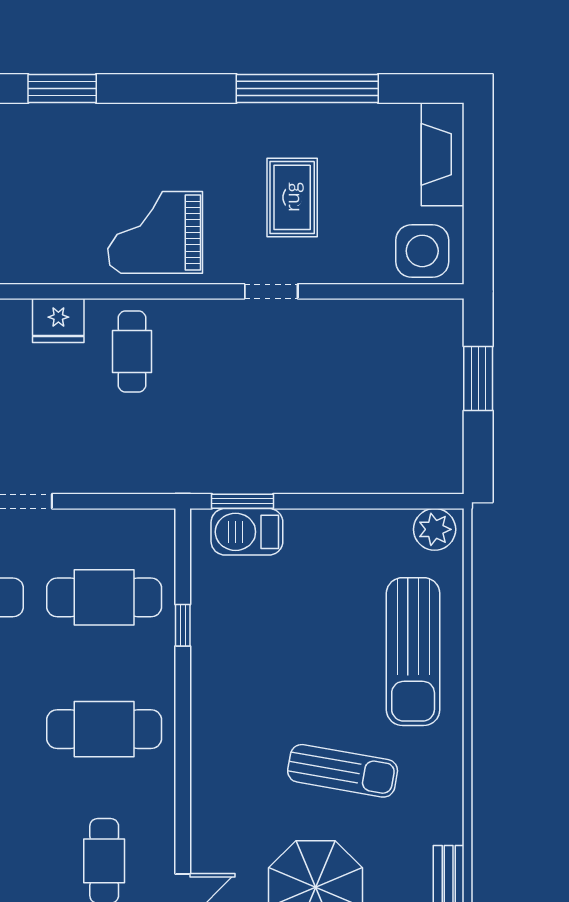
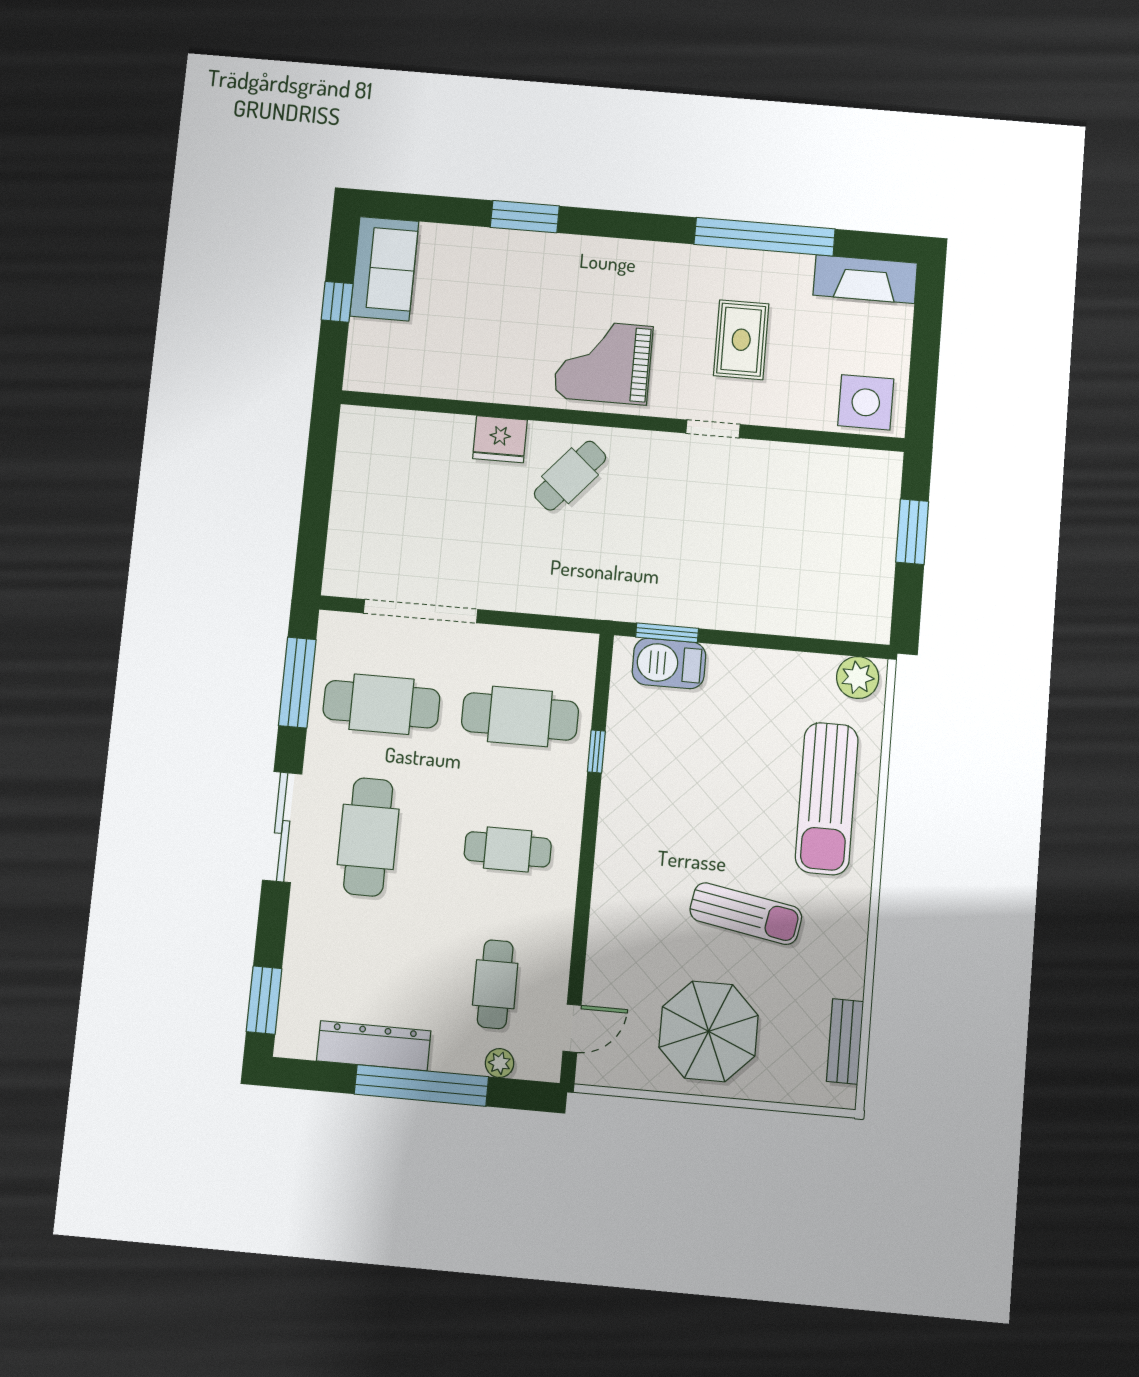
fireplace: (443, 154) -> (865, 279), moved, turned -90
cafe table: (132, 352) -> (570, 476), turned 41
cafe table: (104, 729) -> (508, 849), width x0.73, depth x0.74

